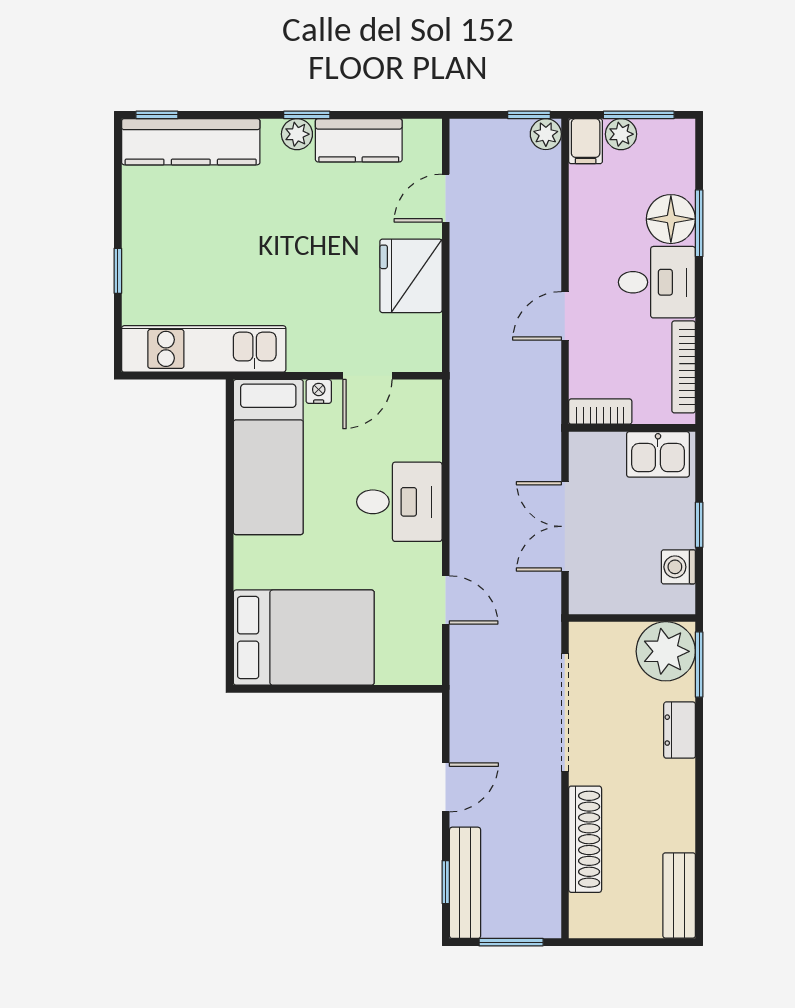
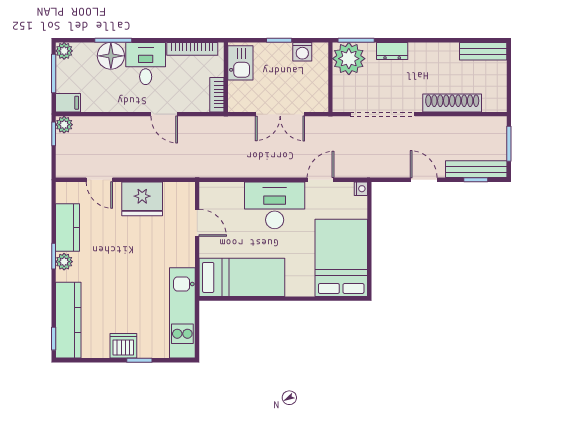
plant: (621, 134) -> (64, 51), moved
dishwasher: (144, 242) -> (123, 346), added
nightstand: (319, 391) -> (361, 189), moved, turned 180
desk: (399, 502) -> (275, 205), width x1.37

